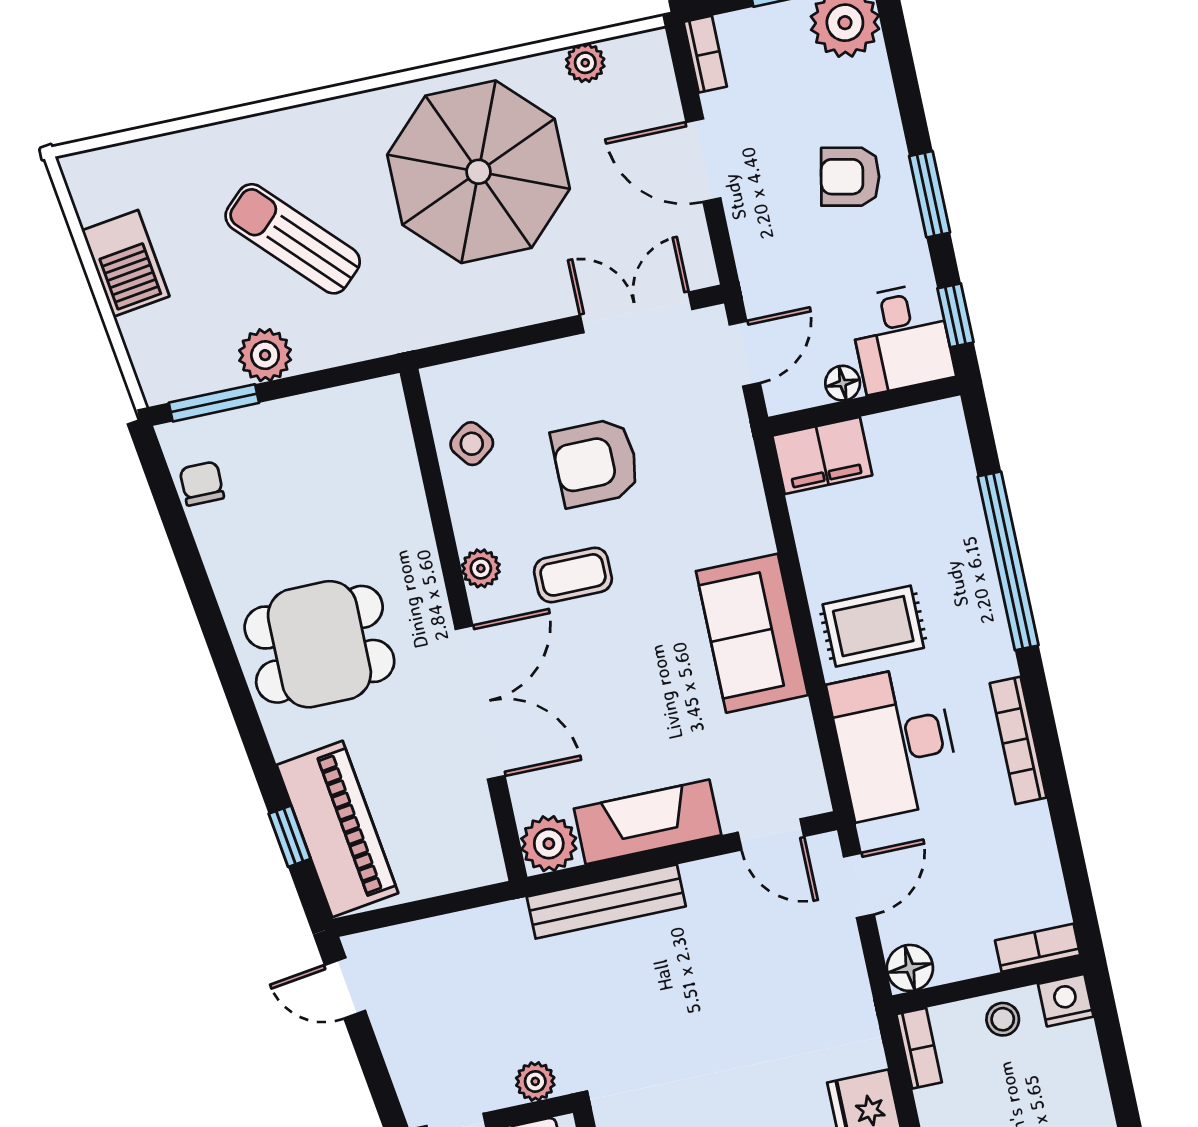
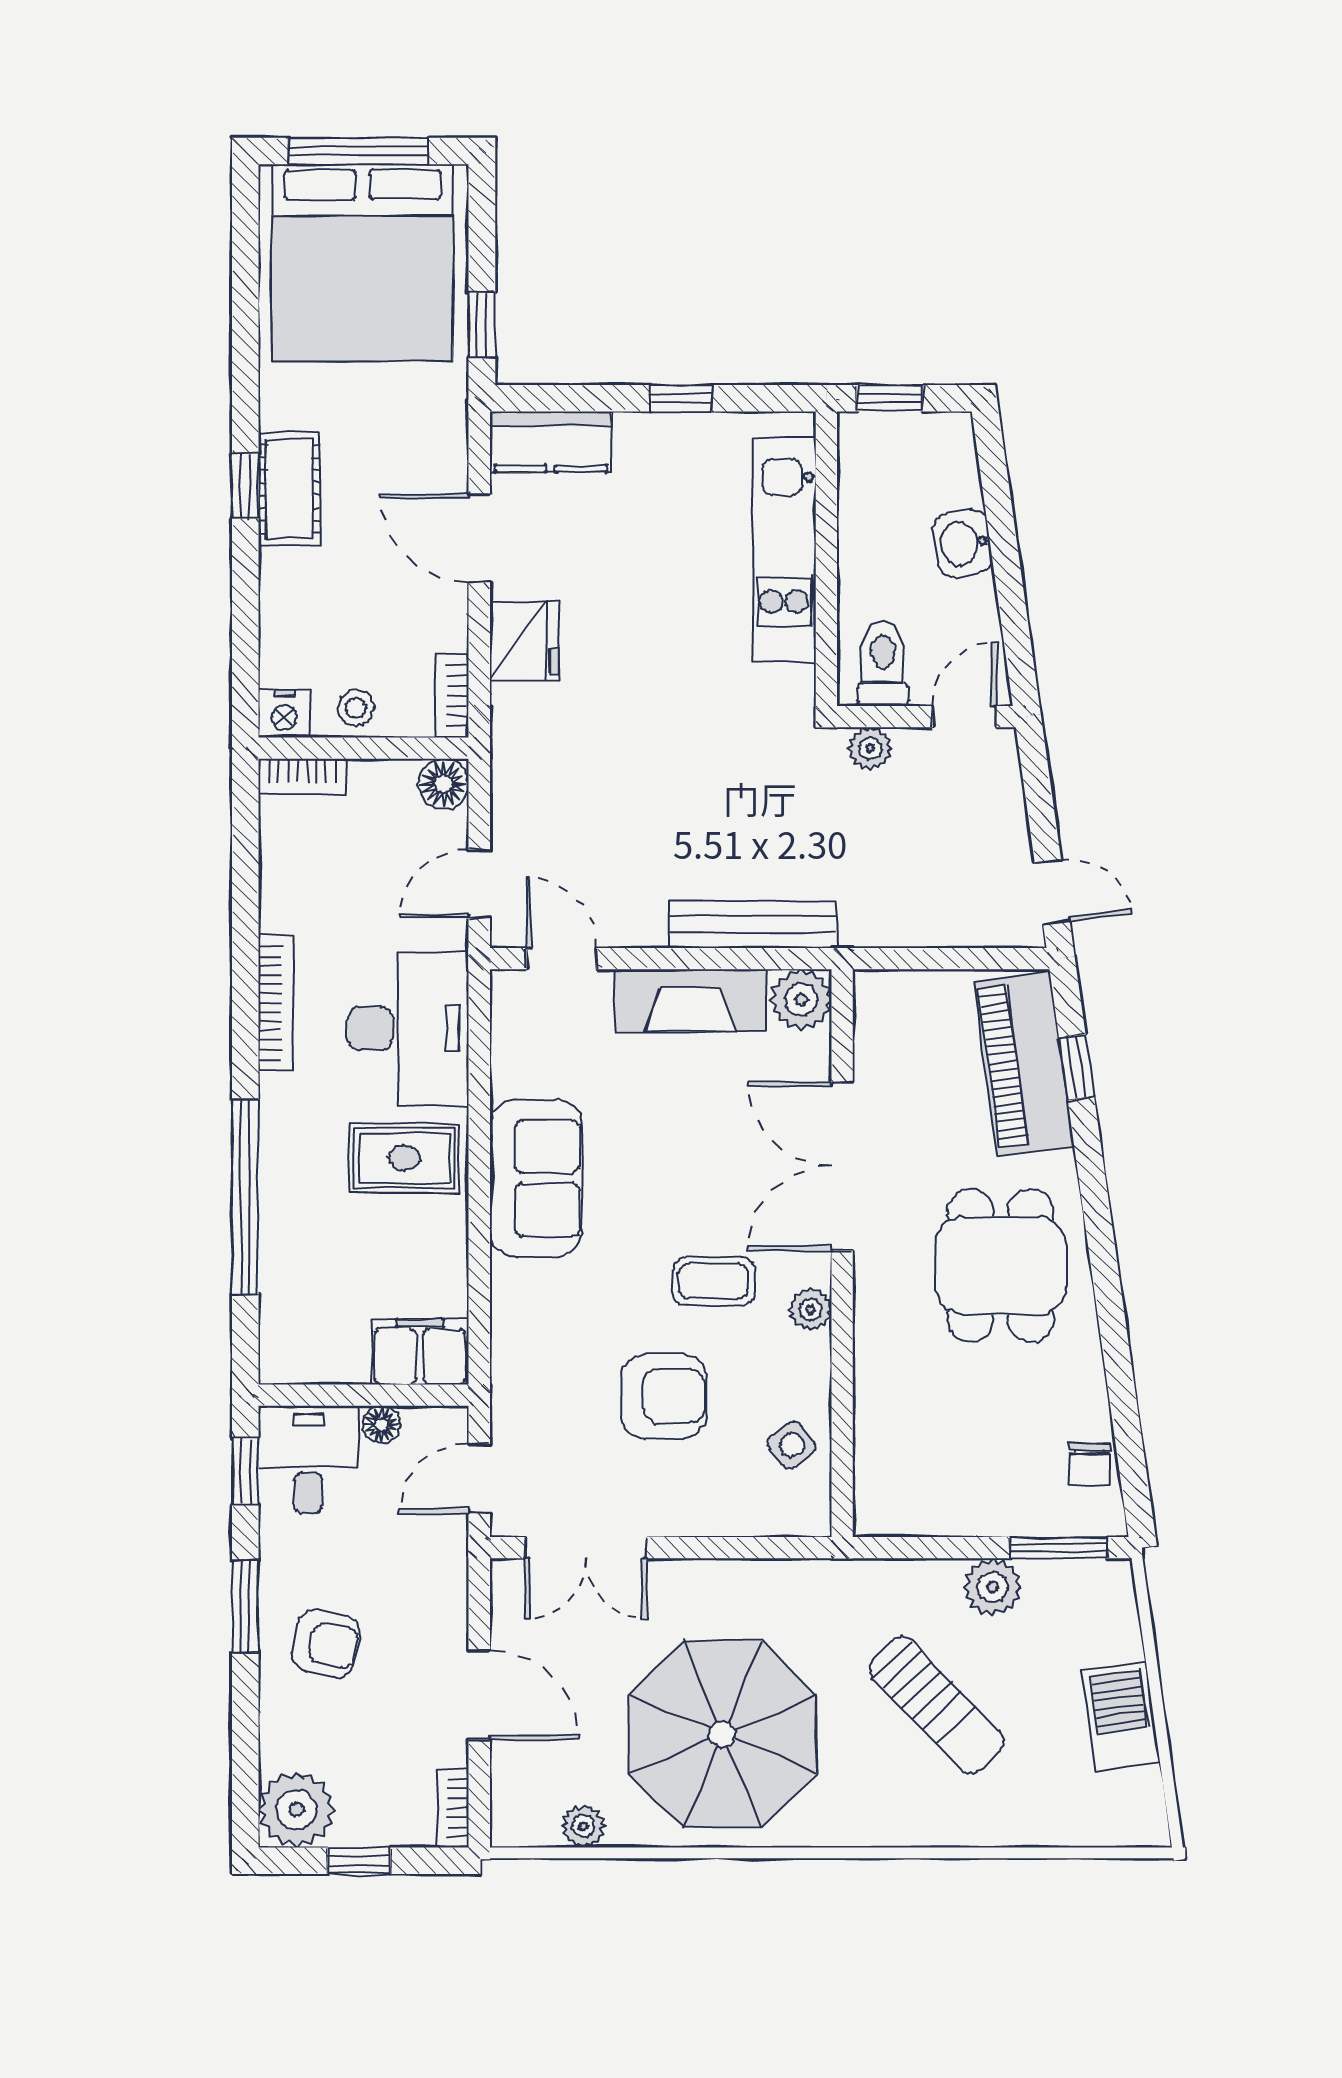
dining table: (319, 644) -> (1001, 1265), turned 90

